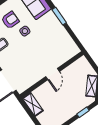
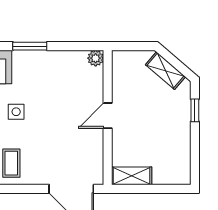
plant: (75, 50) -> (96, 58), added
door: (53, 74) -> (108, 116), swing flipped

